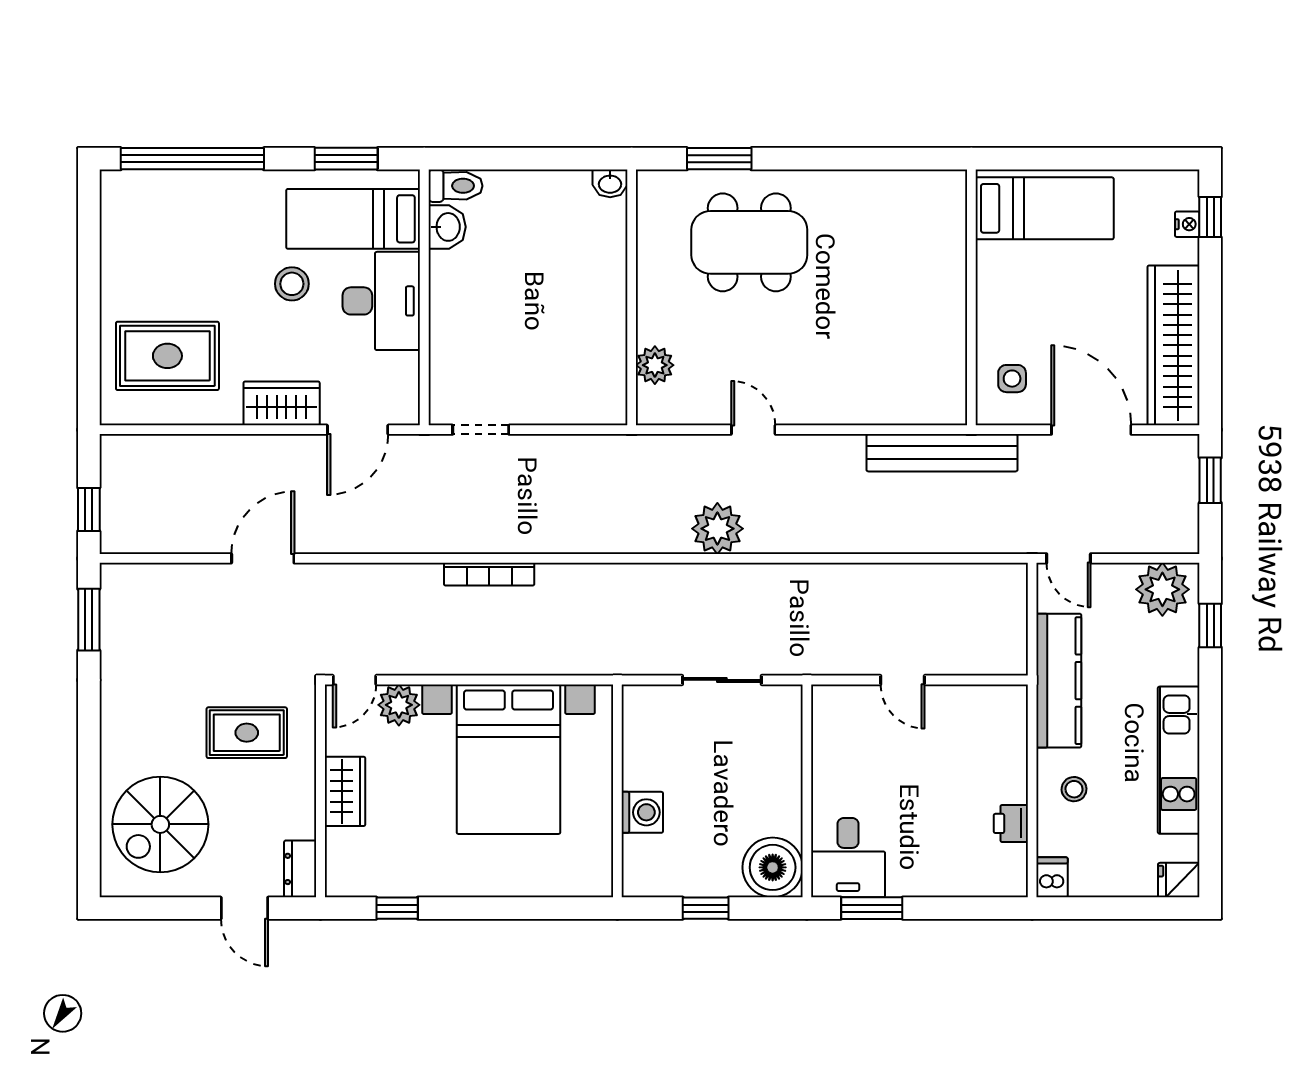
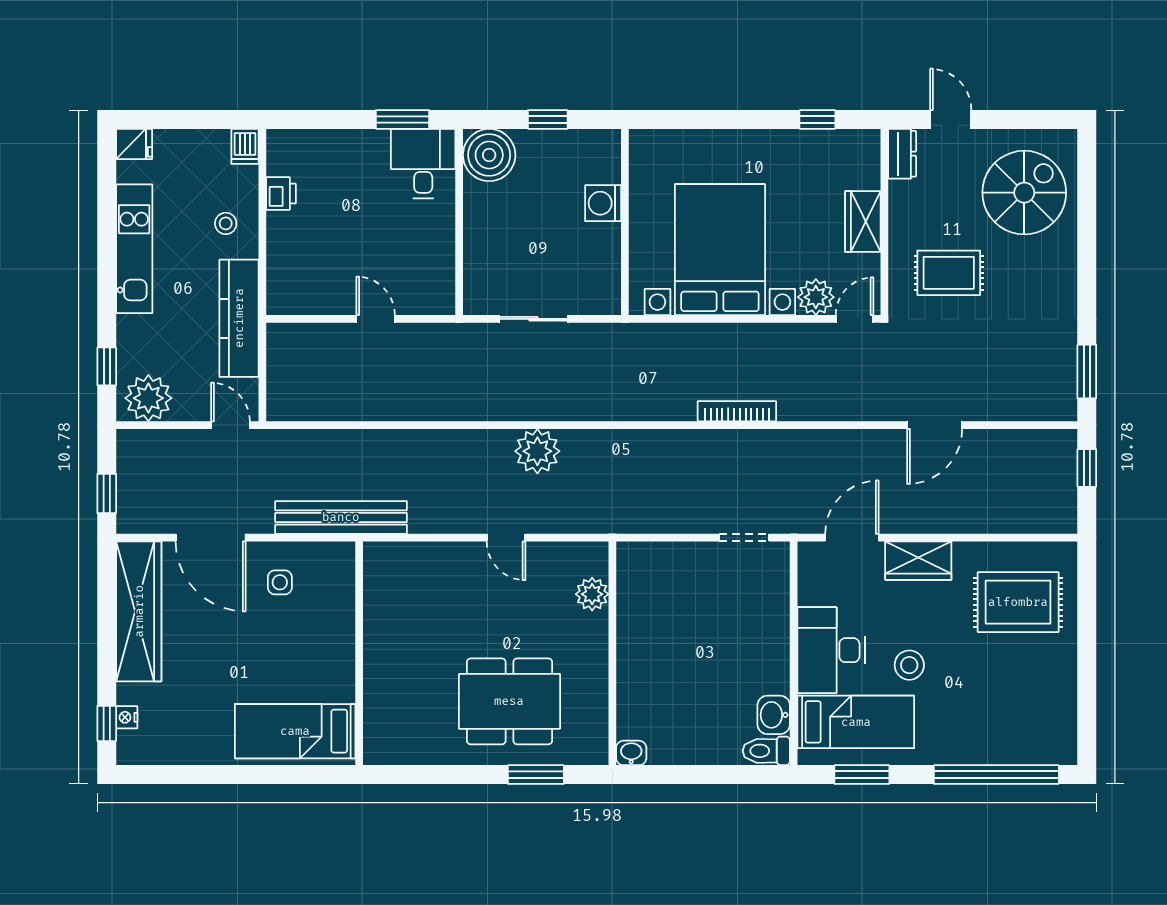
bed: (1045, 208) -> (295, 731), moved
wall: (971, 297) -> (359, 653), moved

